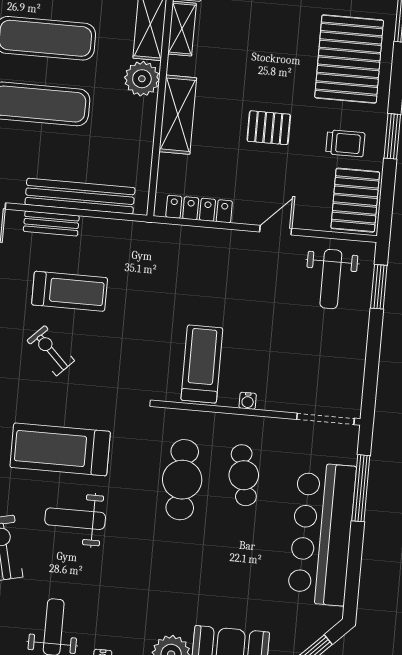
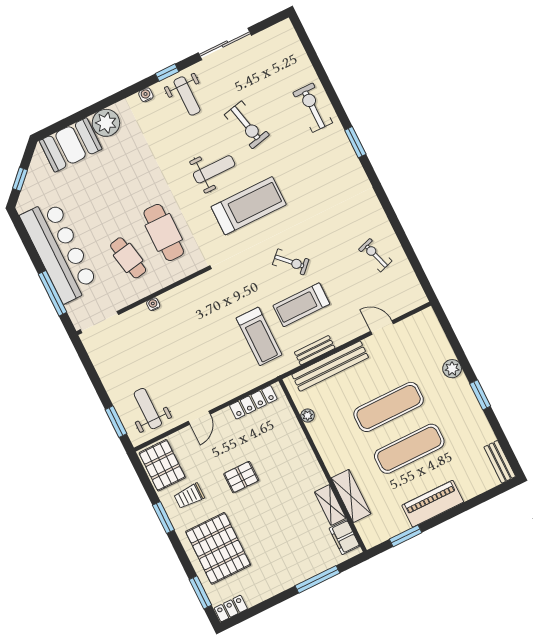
plant: (142, 79) -> (308, 416), moved, width x0.53, depth x0.53
shelving: (178, 115) -> (301, 451), removed
bench: (51, 223) -> (315, 350), moved
treadmill: (202, 364) -> (259, 336), moved

